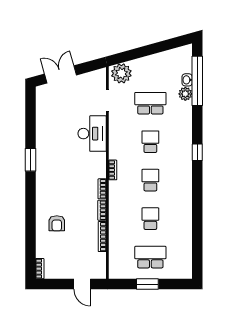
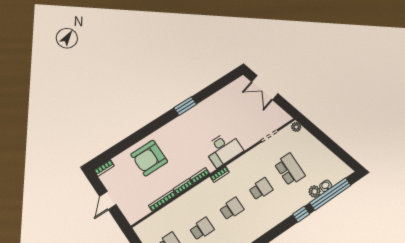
plant: (121, 73) -> (296, 127), width x0.53, depth x0.53
double door: (60, 74) -> (265, 88), swing flipped
desk: (92, 134) -> (223, 149), moved
window: (197, 152) -> (301, 214), moved
armchair: (57, 223) -> (149, 158), width x1.88, depth x1.88
door: (82, 284) -> (108, 200), moved

